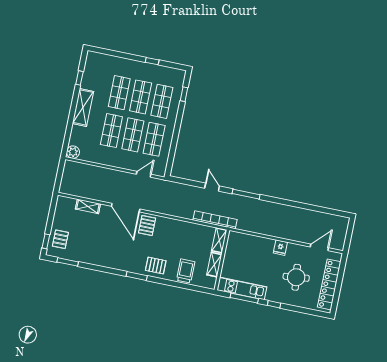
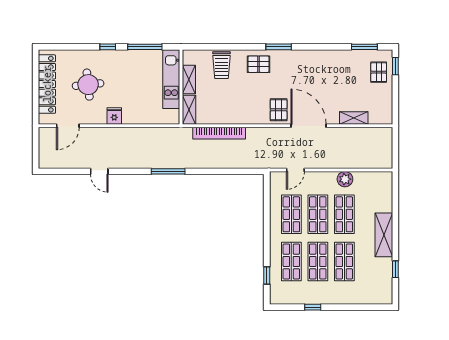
plant: (73, 152) -> (345, 179), moved
door: (212, 187) -> (99, 171), moved
bookcase: (215, 220) -> (219, 133), moved
kitchen unit: (242, 288) -> (171, 79), moved, turned 90

